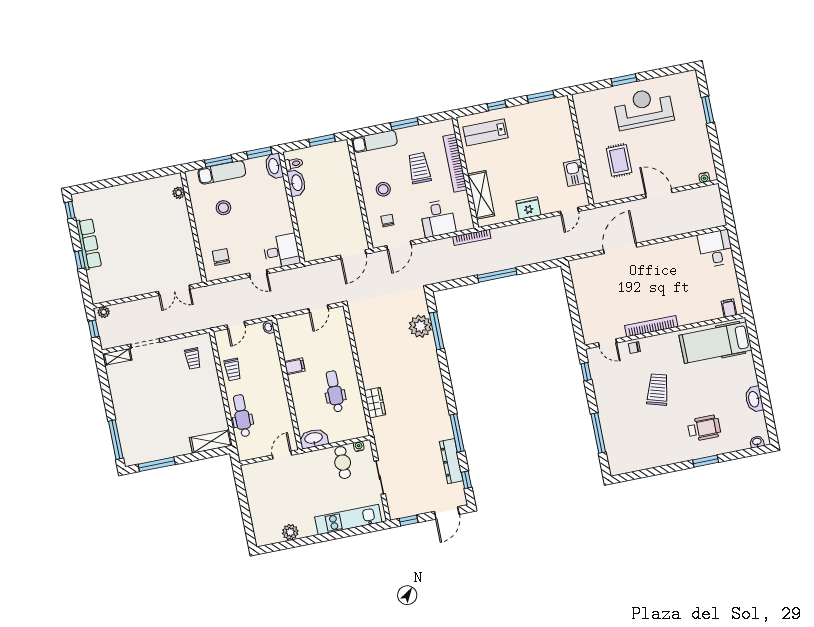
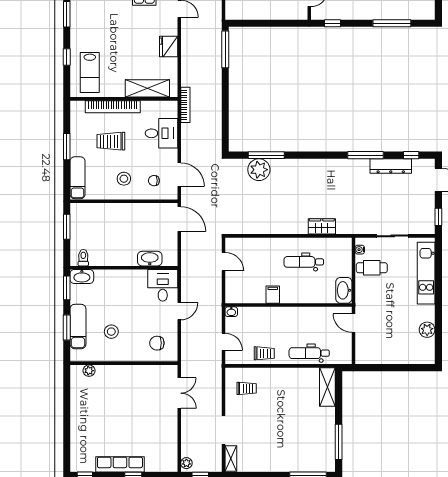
washbasin: (297, 183) -> (150, 259), moved
window: (497, 275) -> (225, 49), moved

